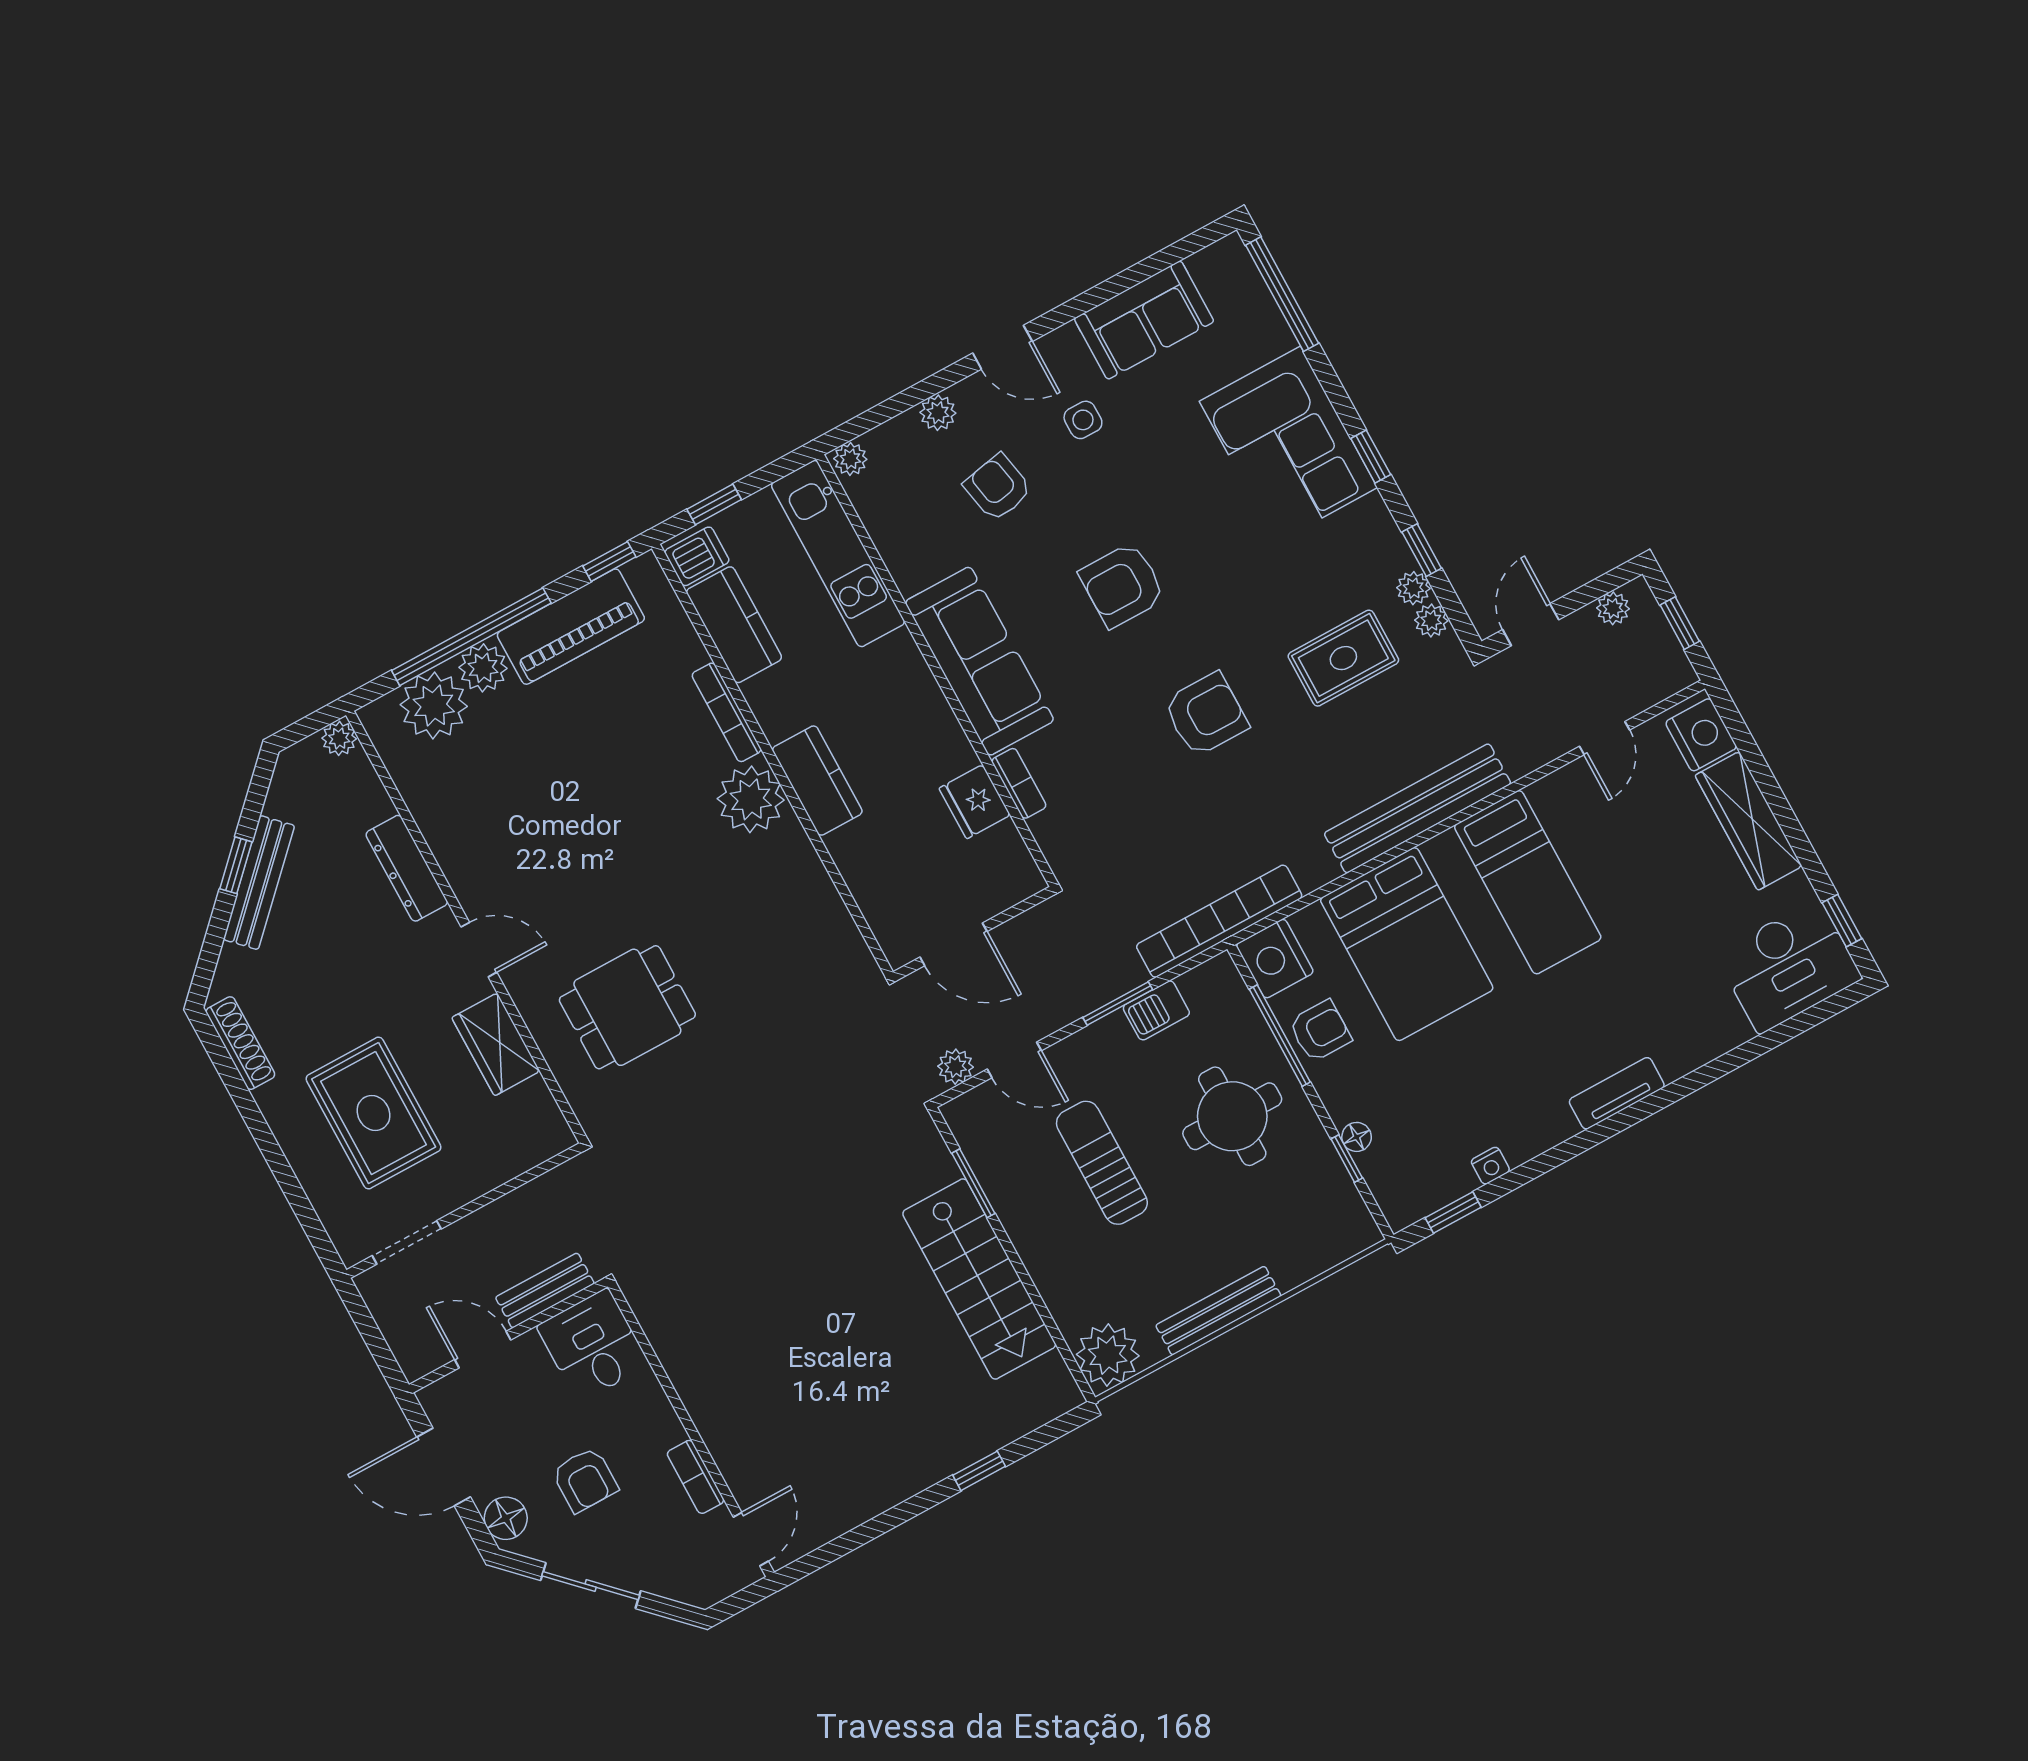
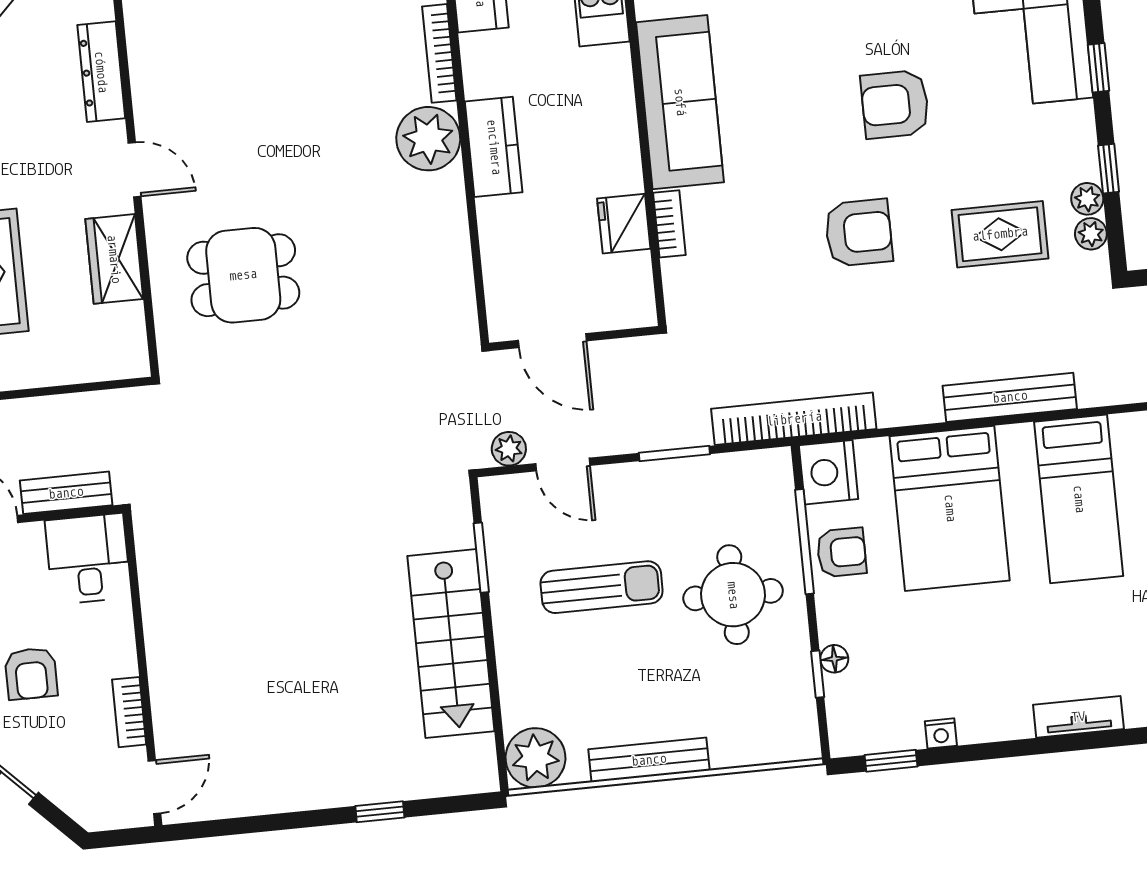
armchair: (1122, 585) -> (895, 104), moved
bench: (1417, 808) -> (1010, 397), width x0.73, depth x0.82
barbecue: (1156, 1010) -> (706, 474), removed
sun lounger: (1102, 1163) -> (602, 587), turned 90

